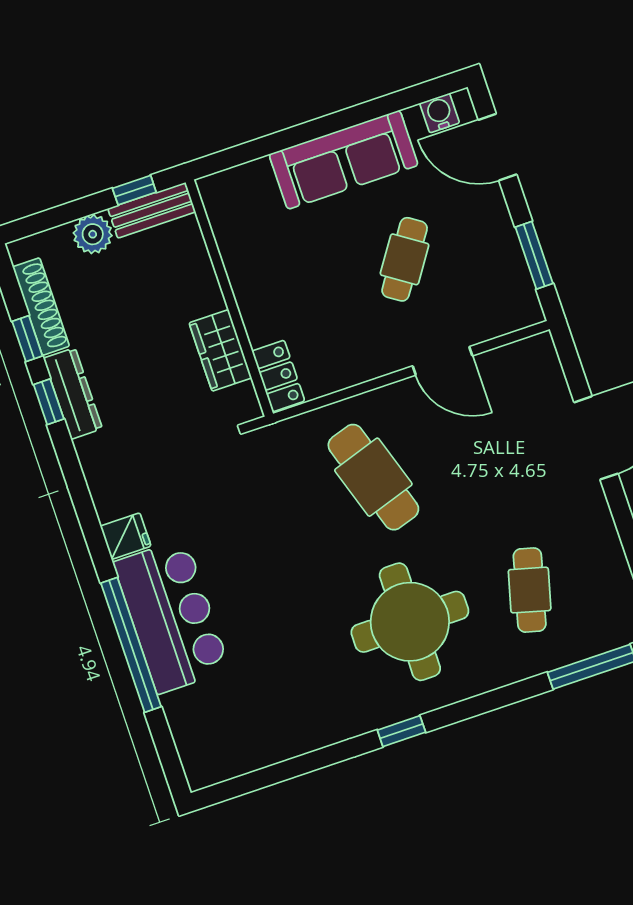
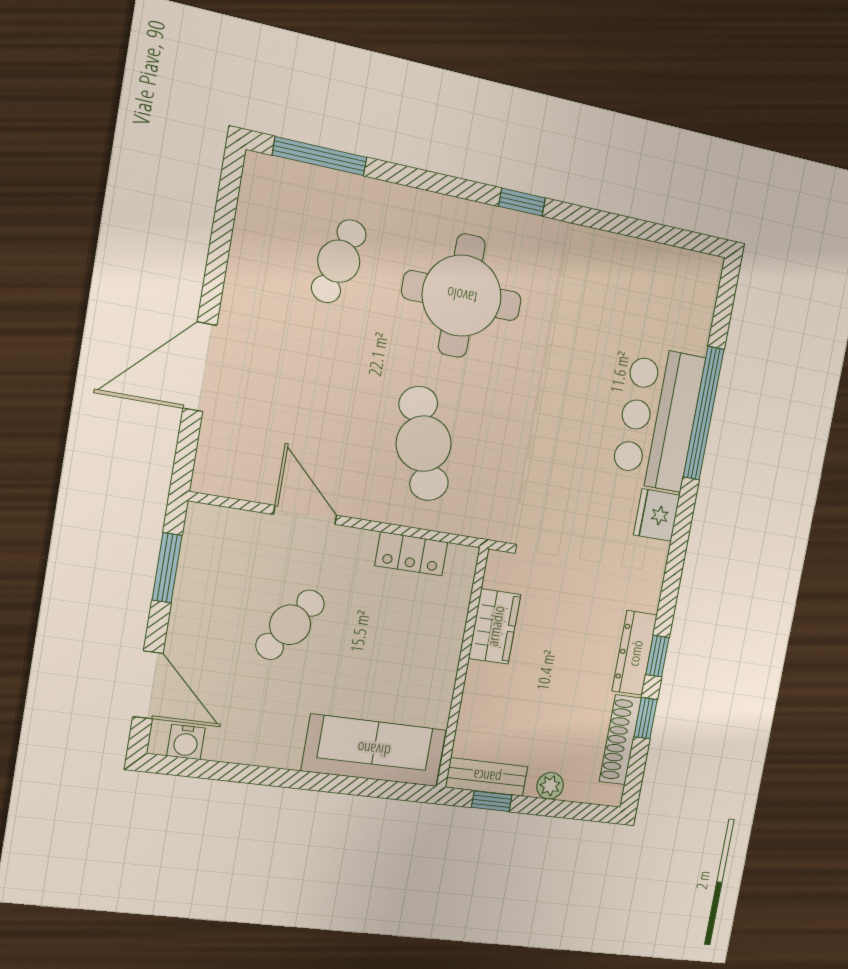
sofa: (344, 160) -> (374, 750), moved
plant: (93, 234) -> (550, 786), width x0.73, depth x0.73
locker: (278, 376) -> (411, 554), moved, turned -90
fridge: (126, 536) -> (657, 515), width x1.38

